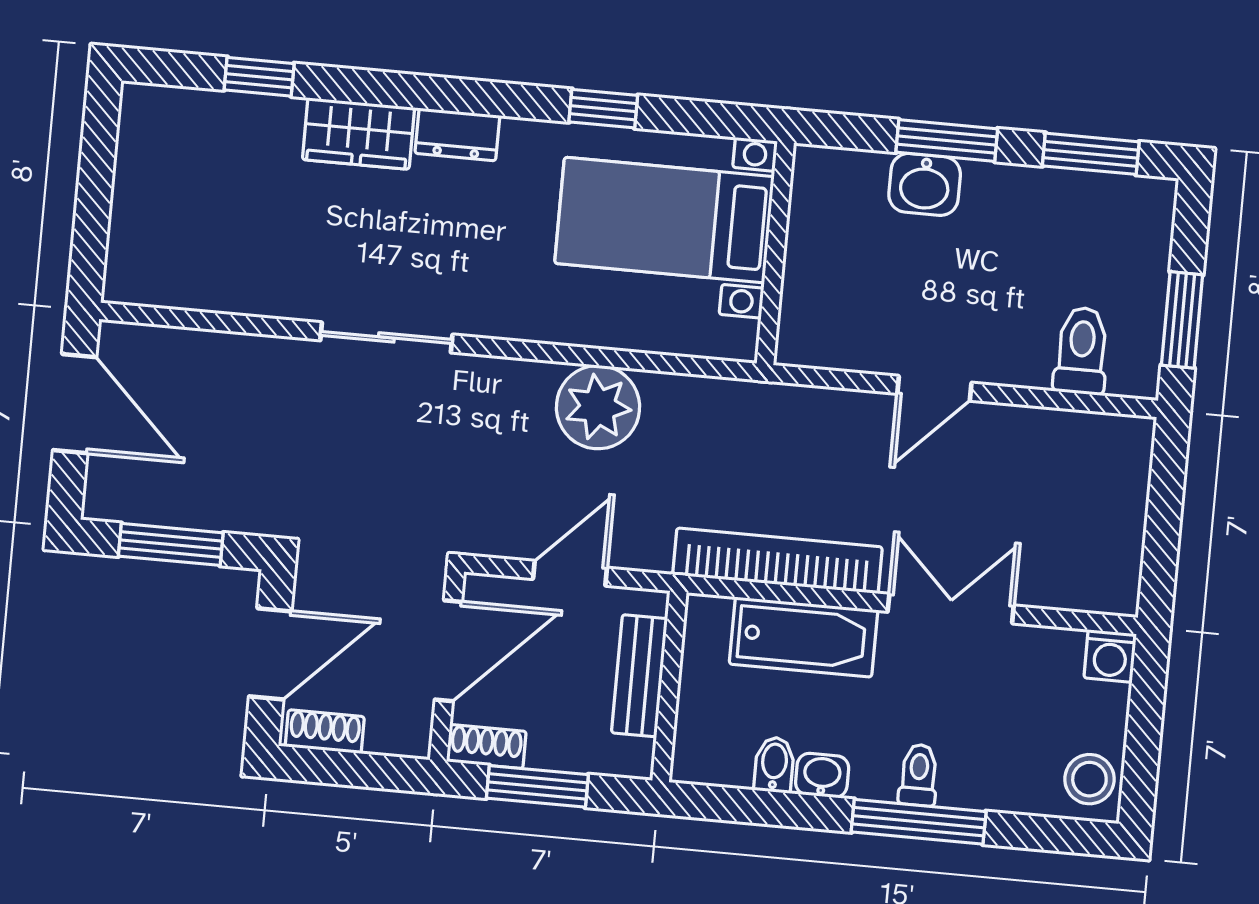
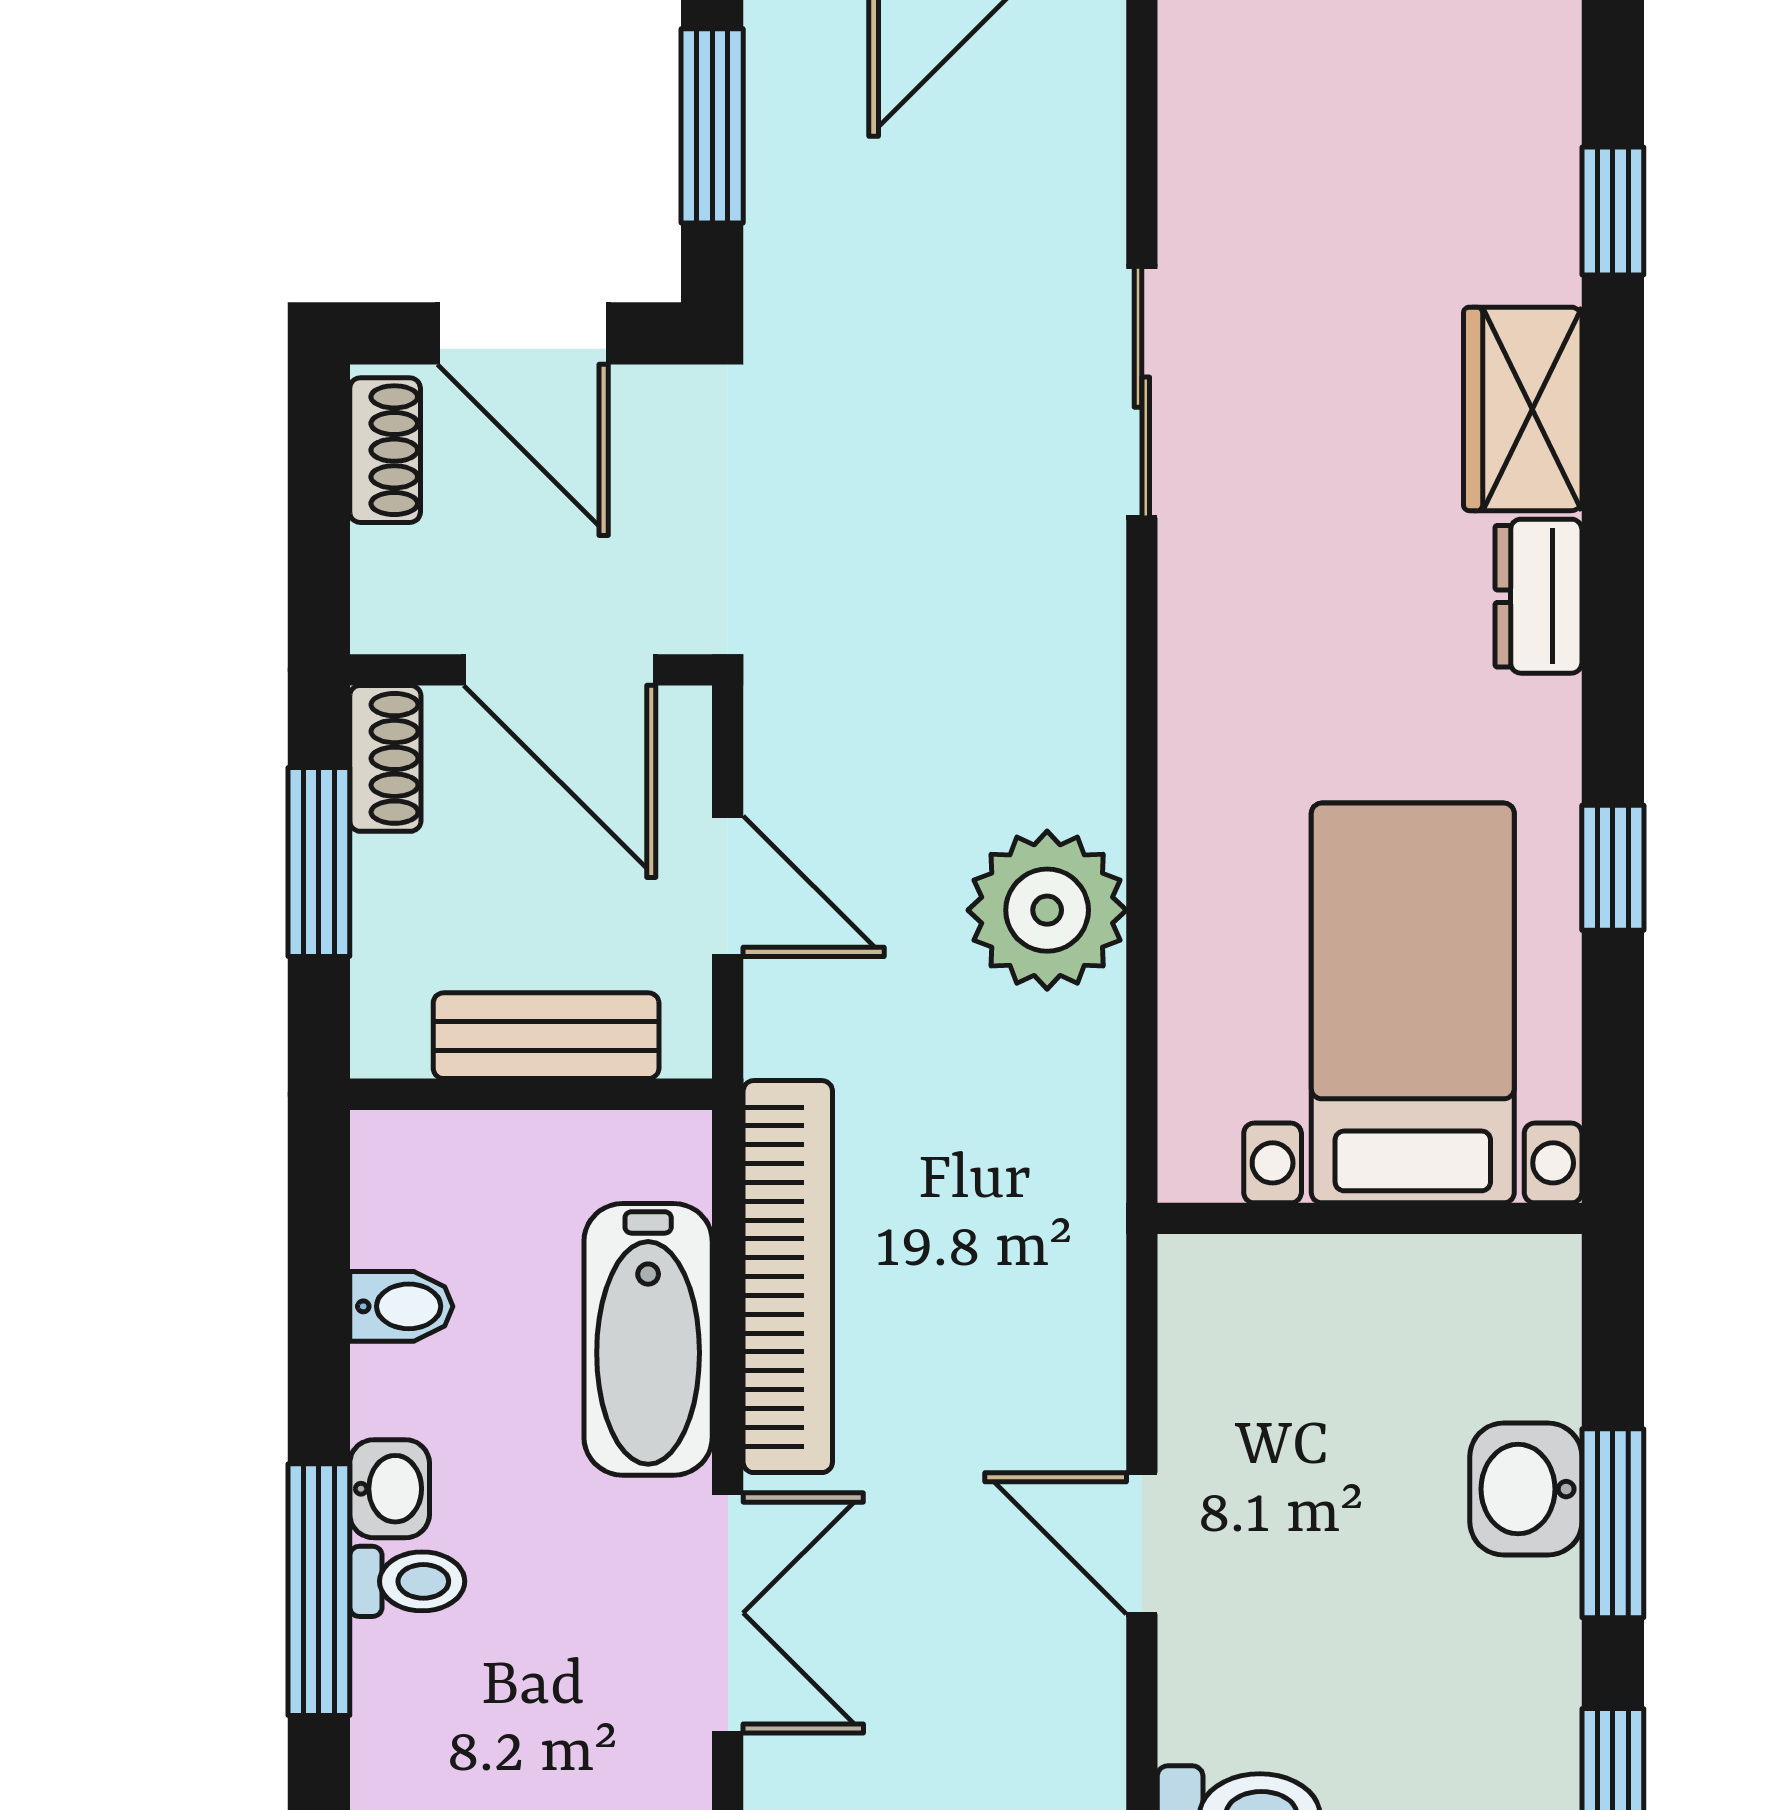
sliding door: (386, 337) -> (1142, 392), moved
washbasin: (822, 775) -> (390, 1489), moved

